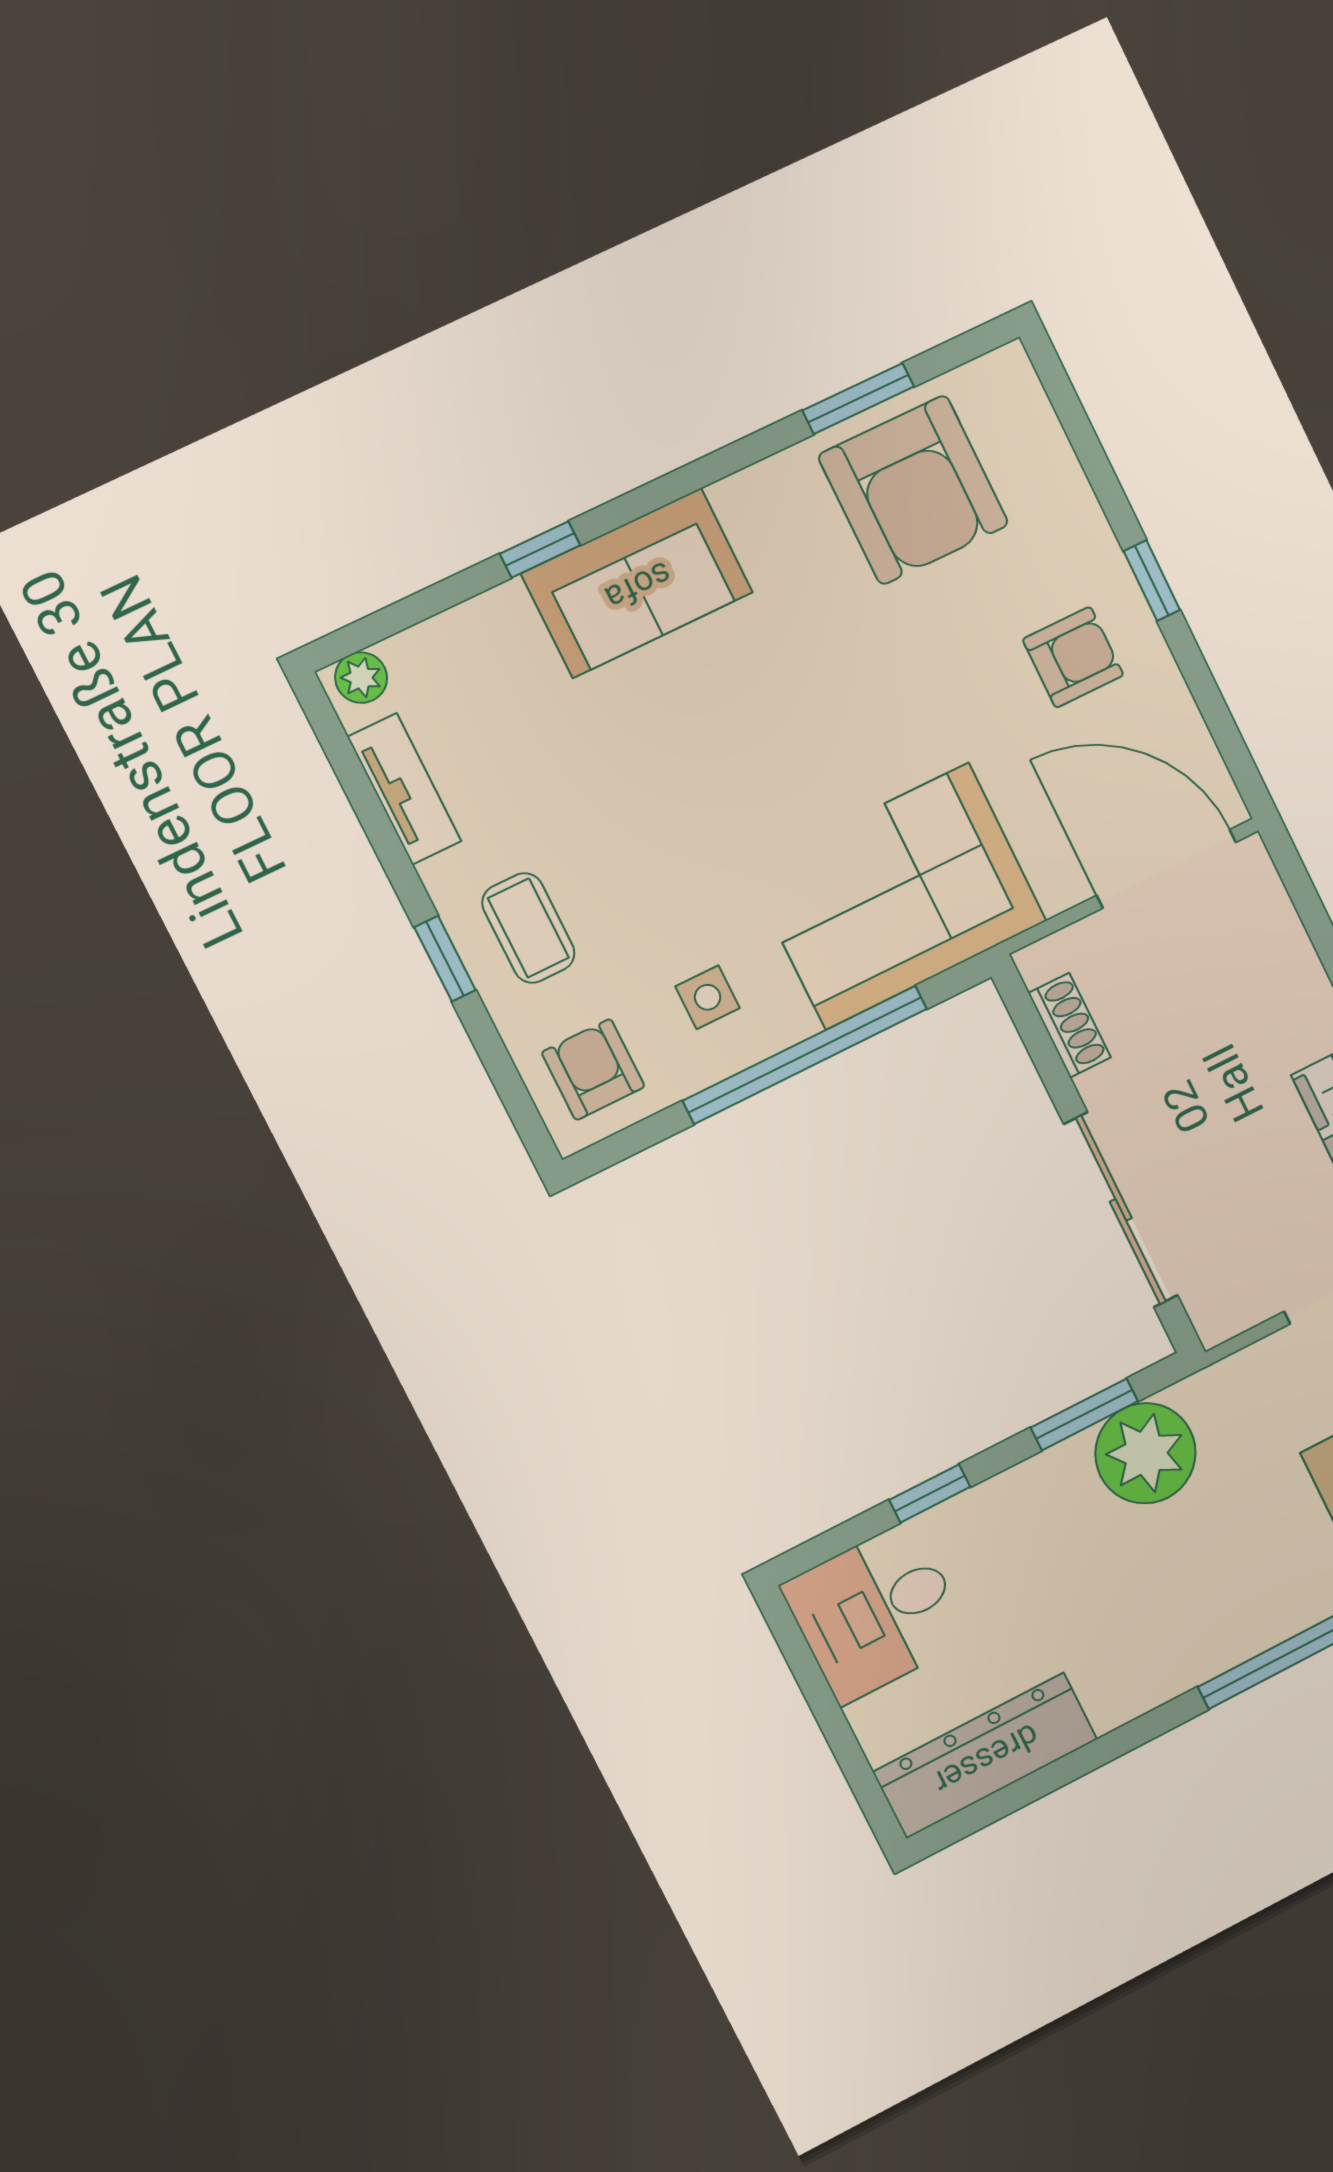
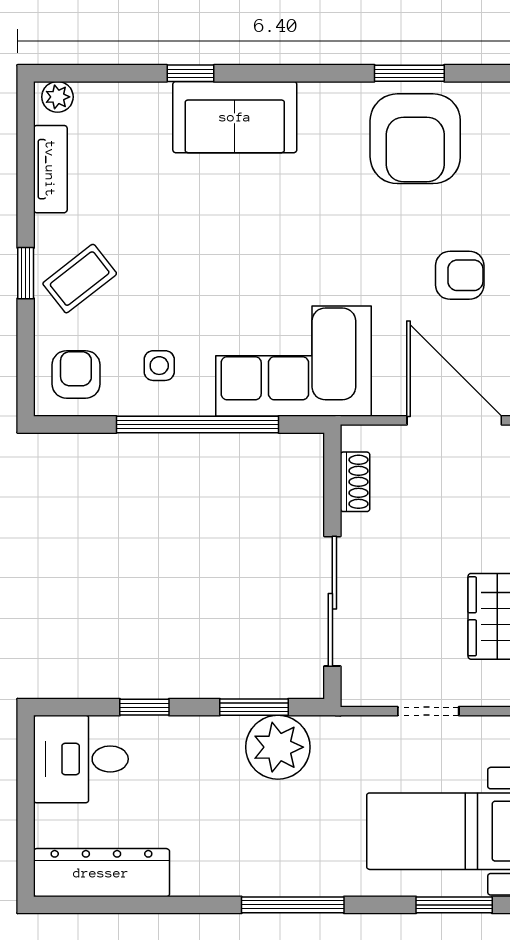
coffee table: (528, 928) -> (80, 279), turned 52

